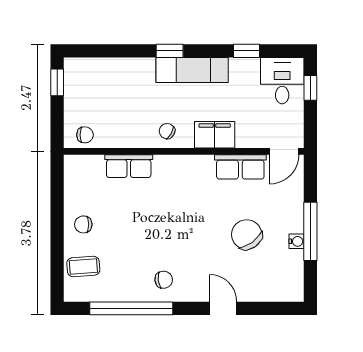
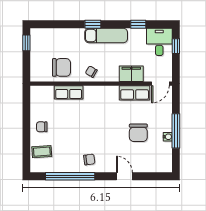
chair: (85, 135) -> (61, 67), moved, width x1.87, depth x1.87
filing cabinet: (215, 135) -> (131, 74), moved
chair: (247, 235) -> (138, 133), turned -144

